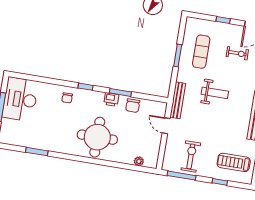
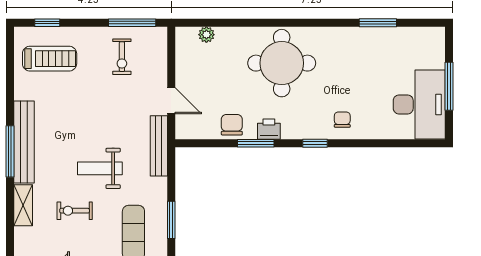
exercise bike: (237, 53) -> (75, 211), moved
exercise bike: (191, 156) -> (122, 57), width x0.73, depth x0.72
window: (220, 182) -> (47, 23), moved

